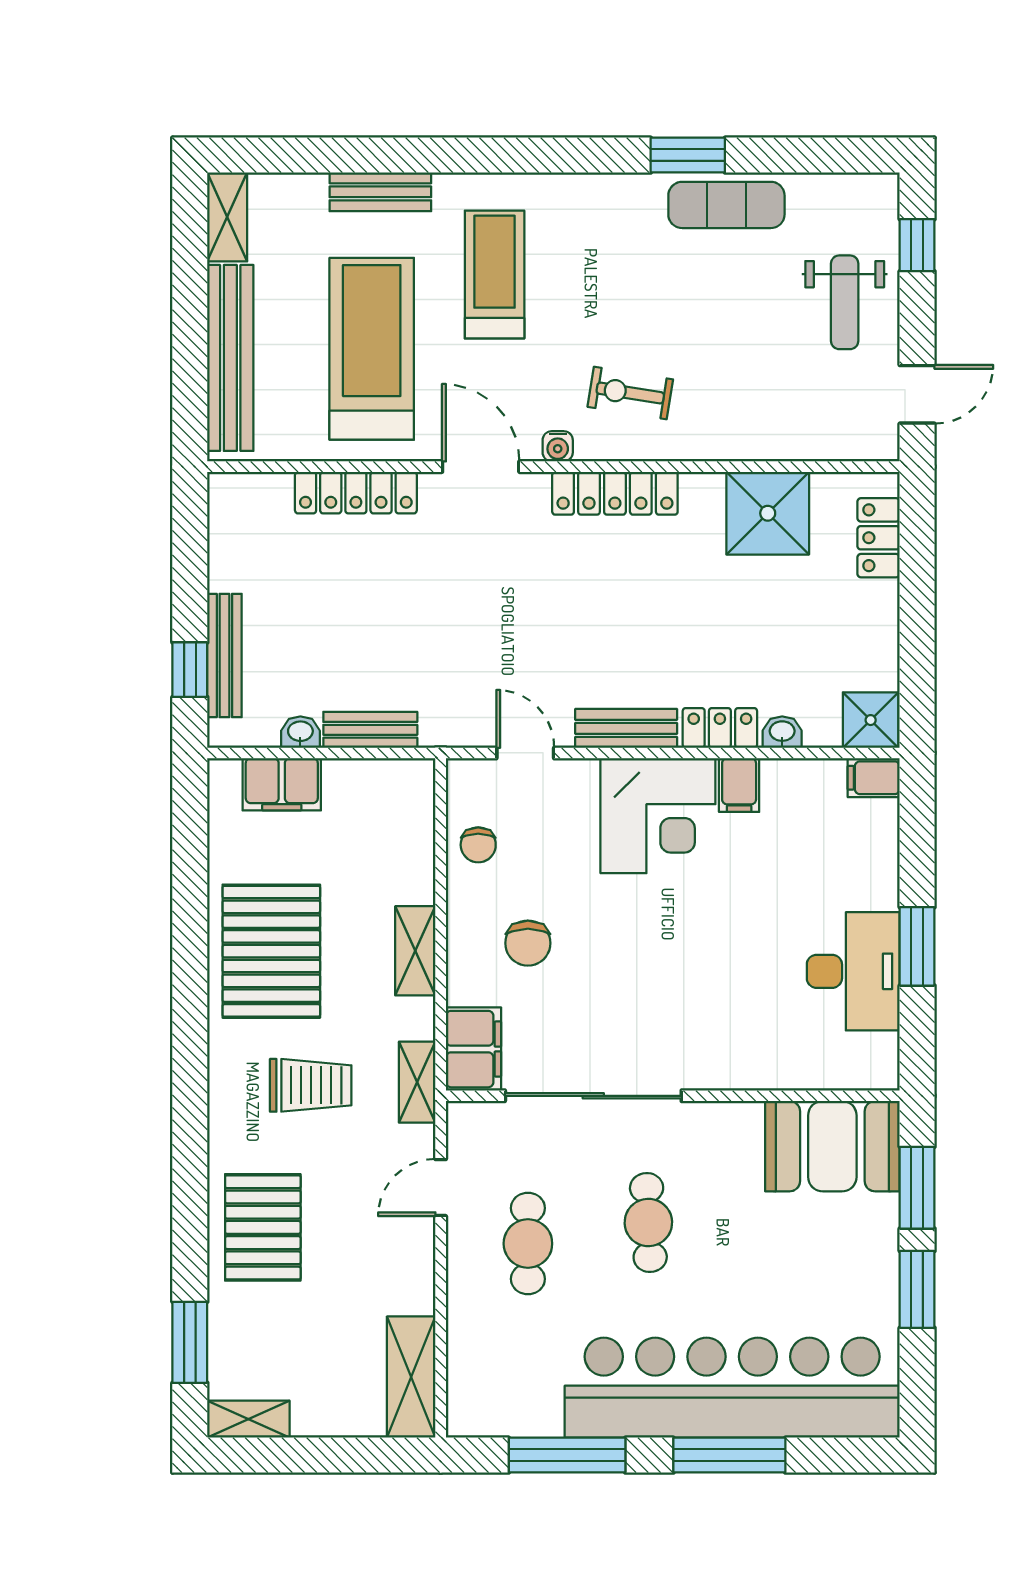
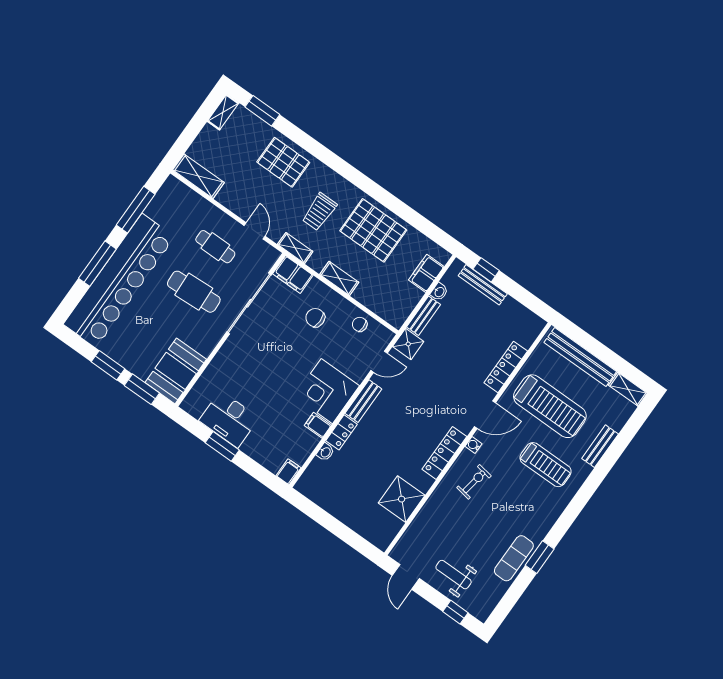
locker: (879, 538) -> (367, 530), removed
shower: (871, 720) -> (408, 344), moved
cafe table: (648, 1223) -> (194, 292), width x1.37, depth x1.35

